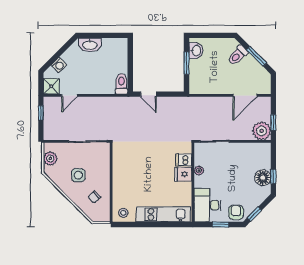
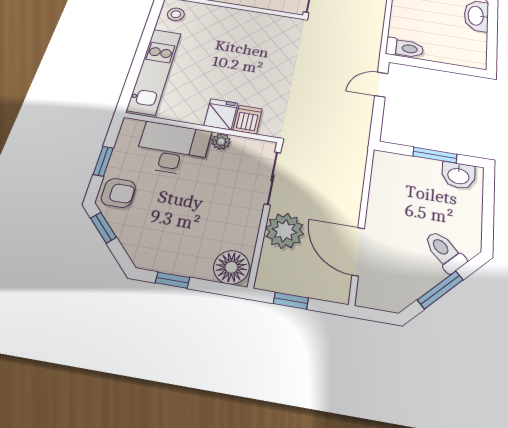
plant: (262, 131) -> (285, 231), moved
floor lamp: (263, 178) -> (231, 267), moved
desk: (207, 205) -> (173, 148), moved

